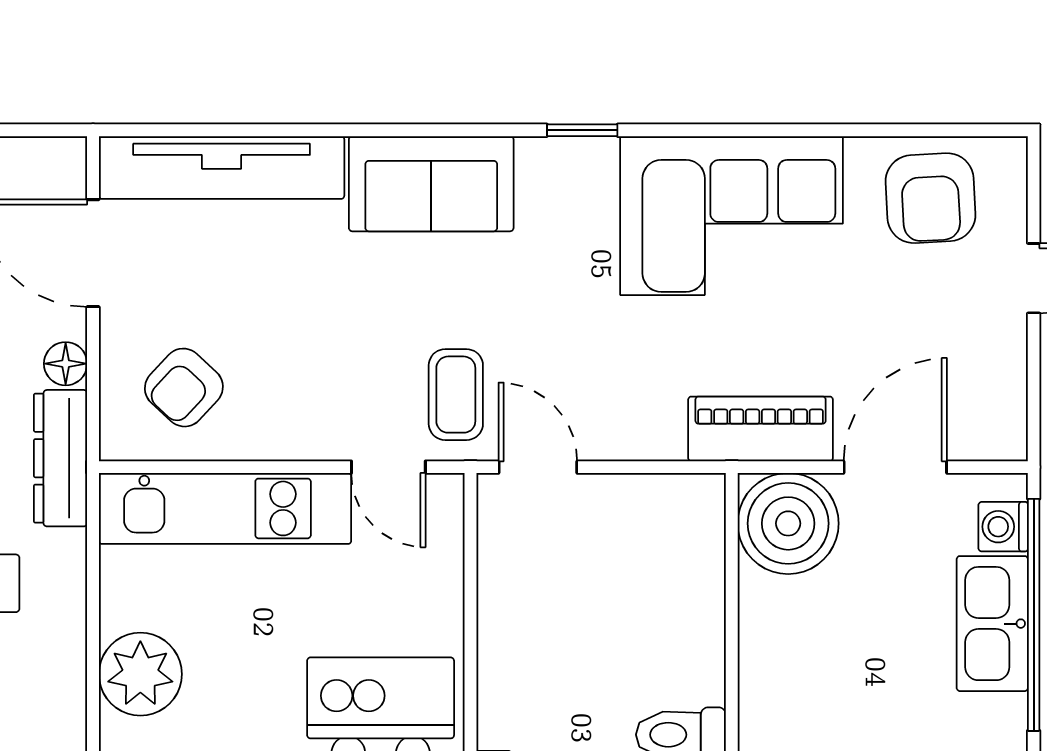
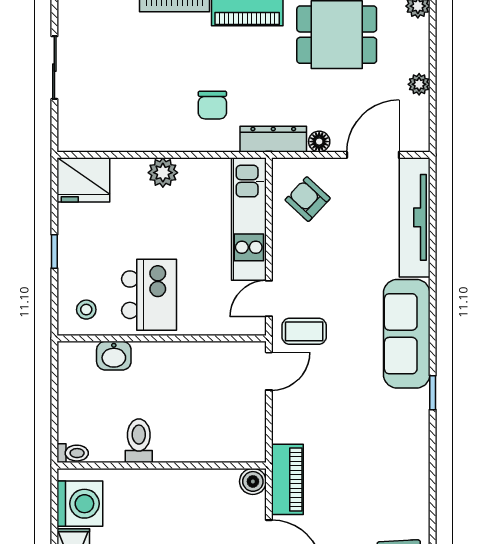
sofa: (431, 184) -> (407, 334), width x1.36
corner sofa: (732, 216) -> (391, 465), removed
boiler: (788, 523) -> (253, 481), width x0.54, depth x0.54
plant: (140, 674) -> (163, 173), width x0.73, depth x0.73

